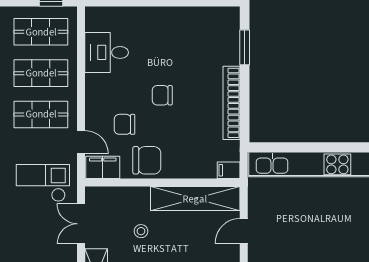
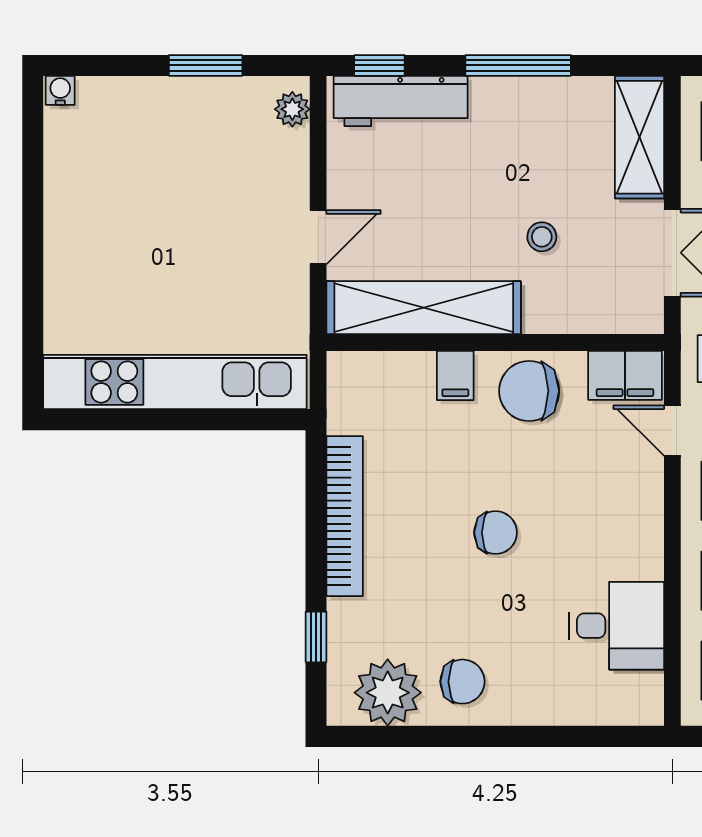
plant: (212, 22) -> (388, 693), added
window: (245, 47) -> (316, 637), width x0.67
chair: (125, 124) -> (462, 682), moved
filing cabinet: (229, 170) -> (455, 375), moved, turned 90

